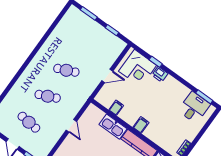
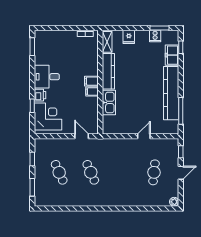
door: (107, 76) -> (82, 136), moved
cafe table: (48, 96) -> (59, 172), moved
filing cabinet: (116, 108) -> (92, 92), moved
desk: (194, 108) -> (47, 77), moved
door: (71, 126) -> (144, 136), moved

